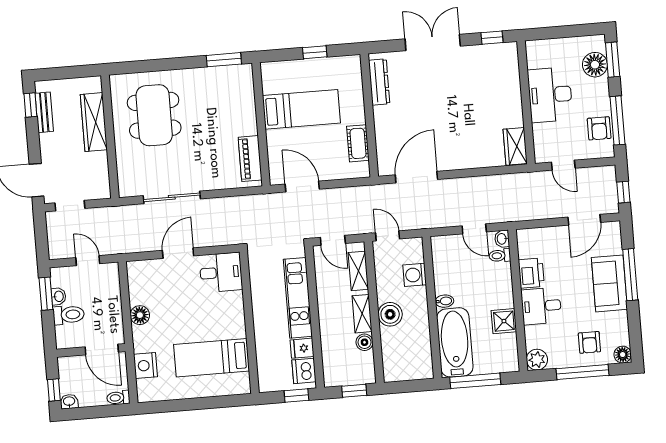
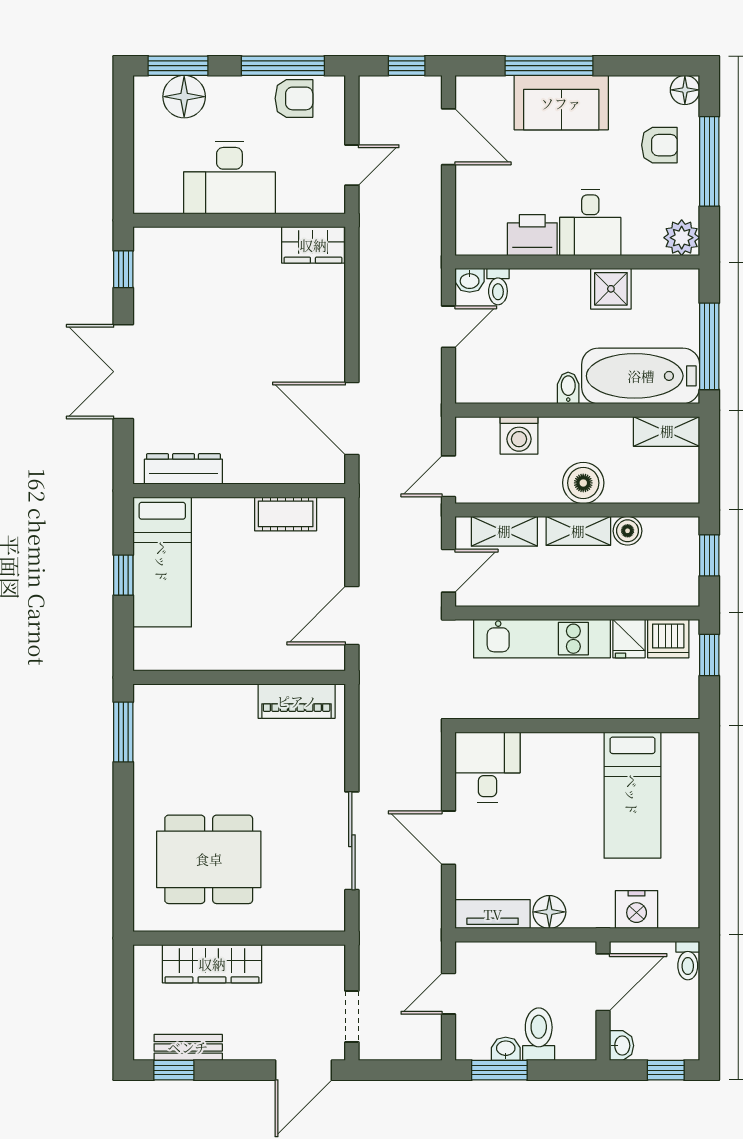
bed: (301, 109) -> (162, 562), moved, turned 180
tv unit: (136, 282) -> (493, 914), added
shelving: (424, 360) -> (667, 431), added
washbasin: (69, 402) -> (622, 1046), moved, turned 180

